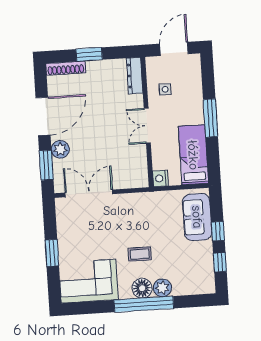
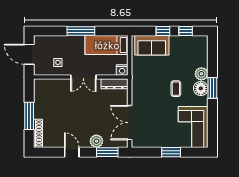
window: (89, 54) -> (29, 116), width x1.44
dresser: (135, 76) -> (114, 84), moved
door: (43, 116) -> (72, 152), width x0.53
window: (144, 304) -> (212, 88), width x0.47

